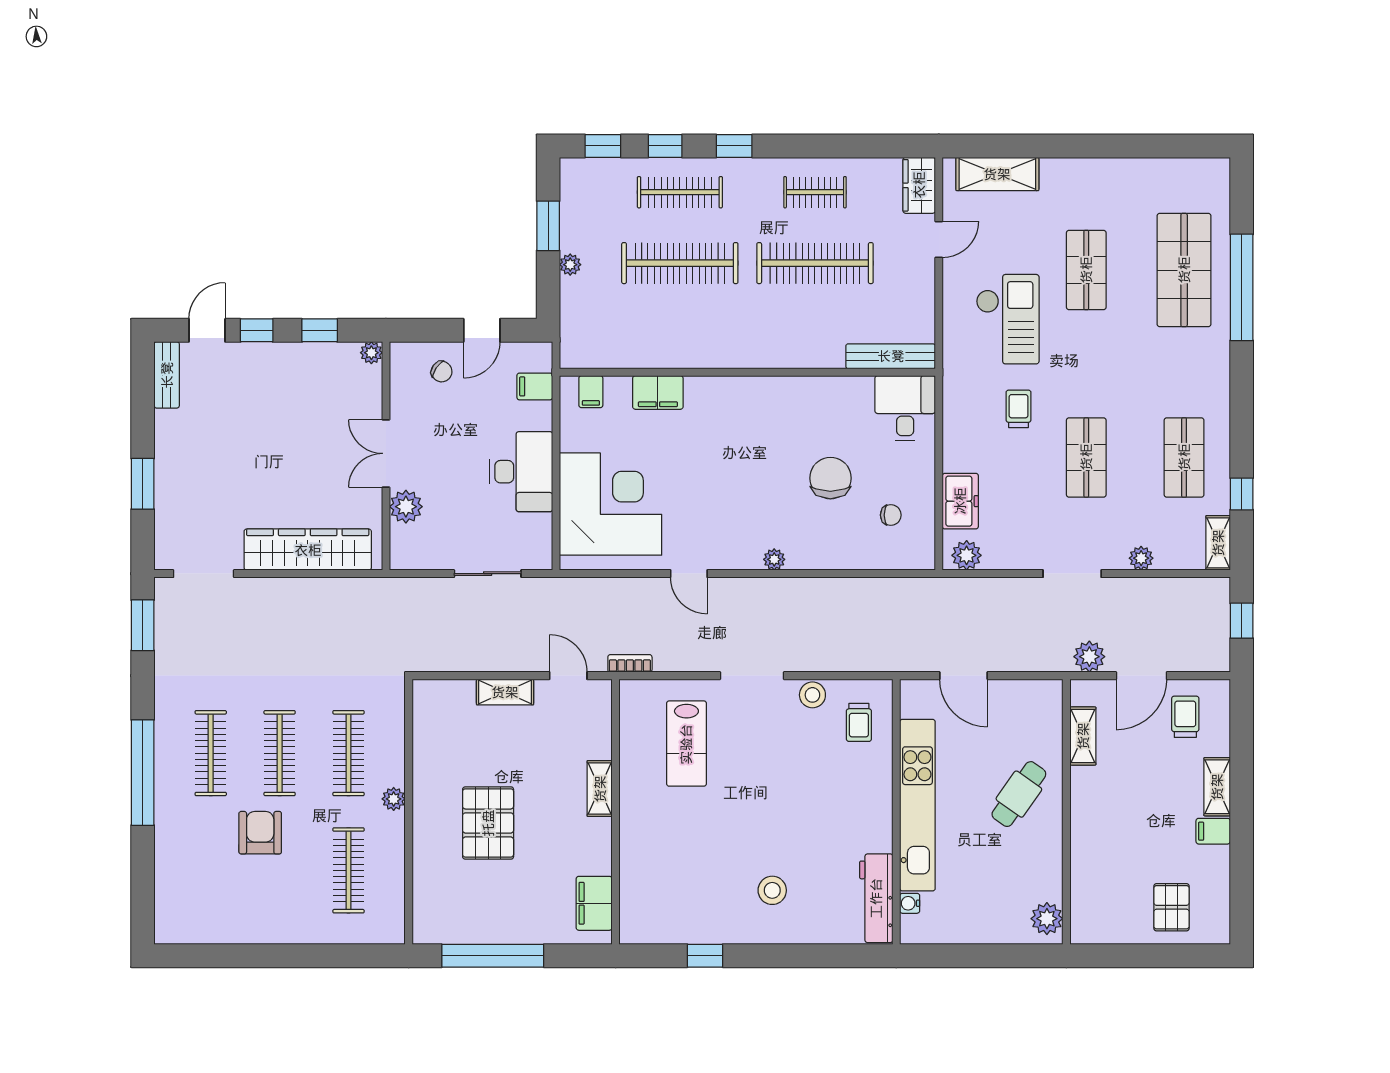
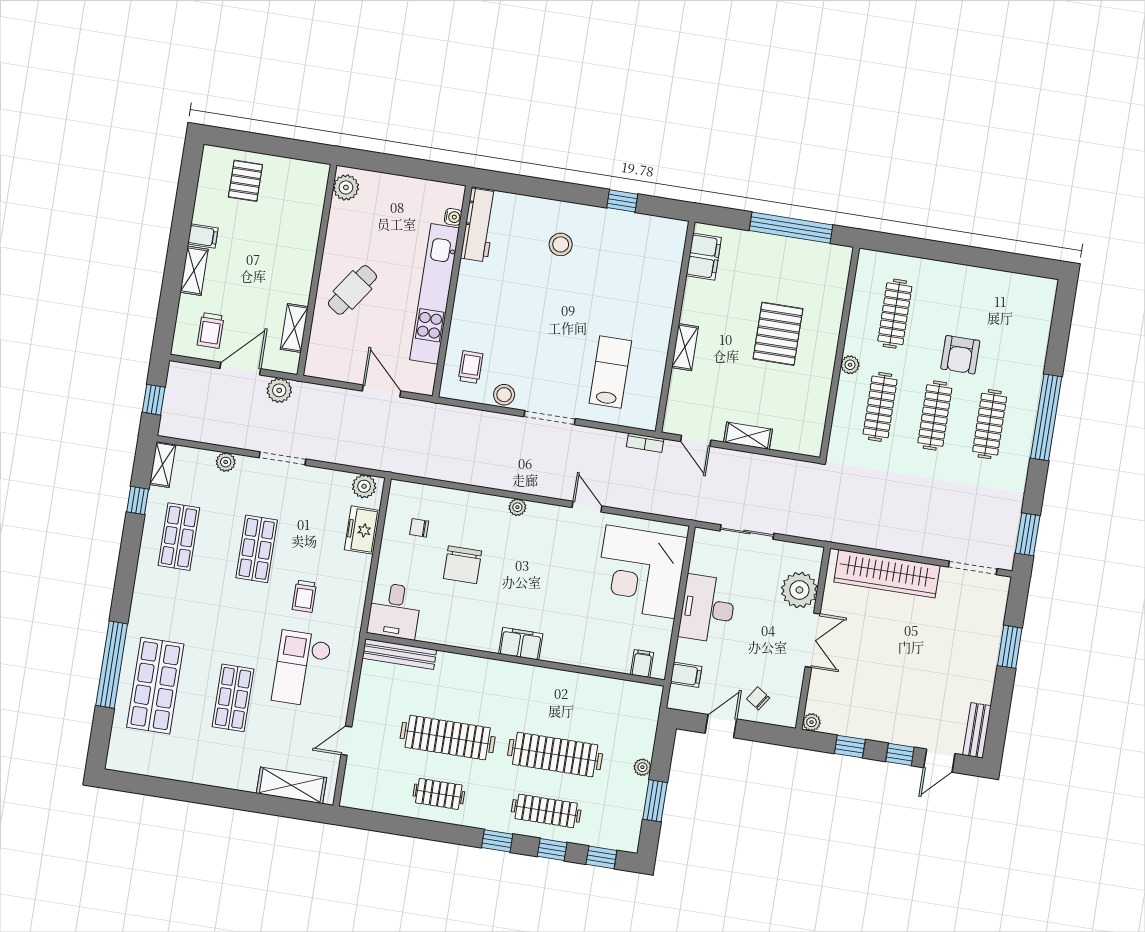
wardrobe: (919, 185) -> (355, 786), removed
filing cabinet: (658, 392) -> (521, 644), moved
plant: (406, 507) -> (799, 590), width x1.36, depth x1.36

